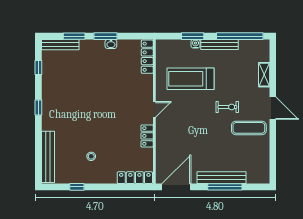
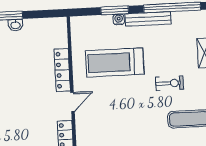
locker: (147, 57) -> (62, 70), moved
exercise bike: (227, 107) -> (170, 83), moved

